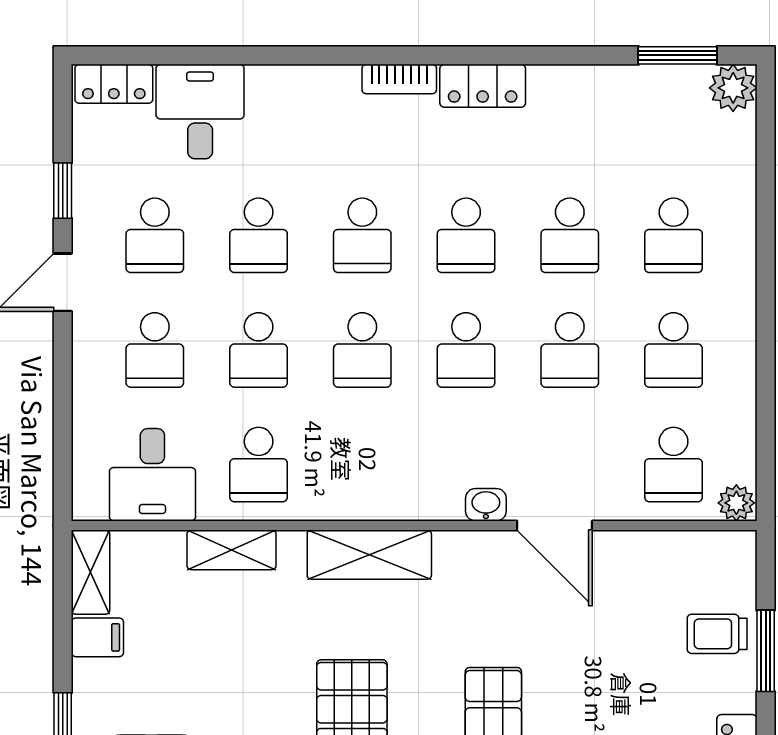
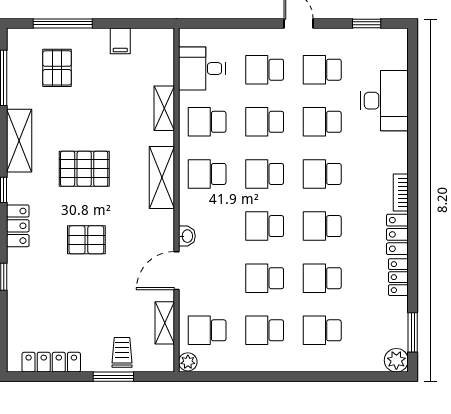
locker: (114, 84) -> (398, 277), moved
desk: (200, 112) -> (384, 101), width x1.37
window: (63, 191) -> (367, 23), moved
school desk: (362, 465) -> (207, 174), added
shelving: (91, 572) -> (165, 323), moved, turned 90

